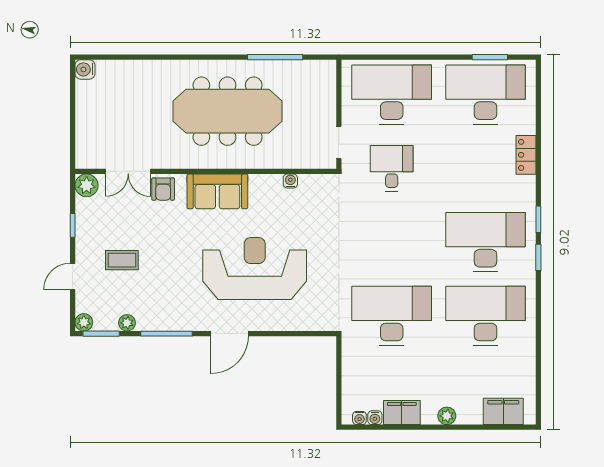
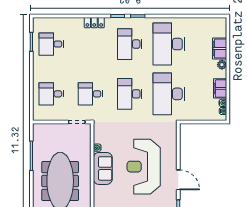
desk: (392, 95) -> (51, 94), width x0.53, depth x0.77
desk: (486, 95) -> (51, 44), width x0.53, depth x0.77
locker: (526, 155) -> (94, 23), moved
sofa: (217, 191) -> (103, 168), moved
desk: (392, 242) -> (130, 94), added
desk: (486, 242) -> (130, 44), width x0.73, depth x0.77
filing cabinet: (503, 411) -> (220, 48), moved

